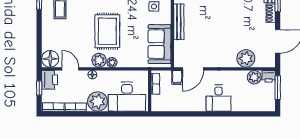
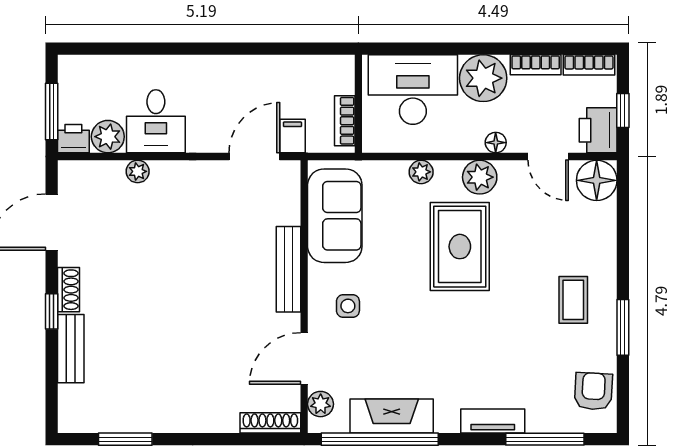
plant: (246, 58) -> (138, 171), width x0.53, depth x0.53
plant: (112, 62) -> (421, 172), moved
desk: (219, 98) -> (156, 121), moved, turned 180

